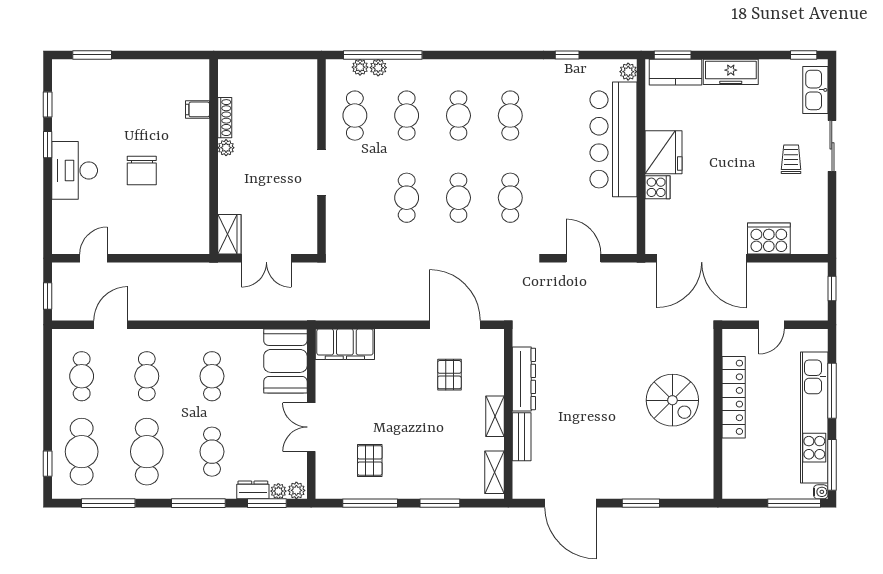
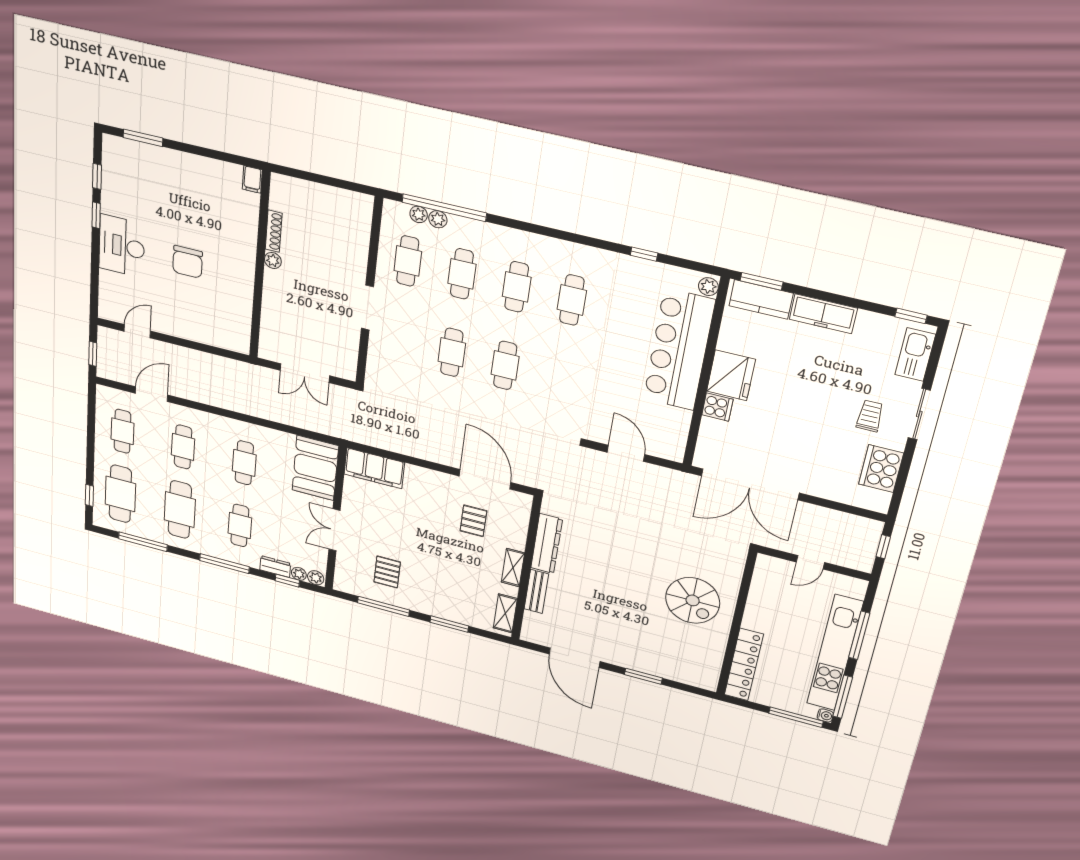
filing cabinet: (198, 109) -> (252, 179), moved, turned -90
cafe table: (510, 198) -> (559, 379), removed
wardrobe: (229, 234) -> (270, 342), removed
cooker: (769, 238) -> (881, 469), moved, turned -90
locker: (734, 397) -> (744, 665), moved
window: (267, 503) -> (287, 581), width x0.67

